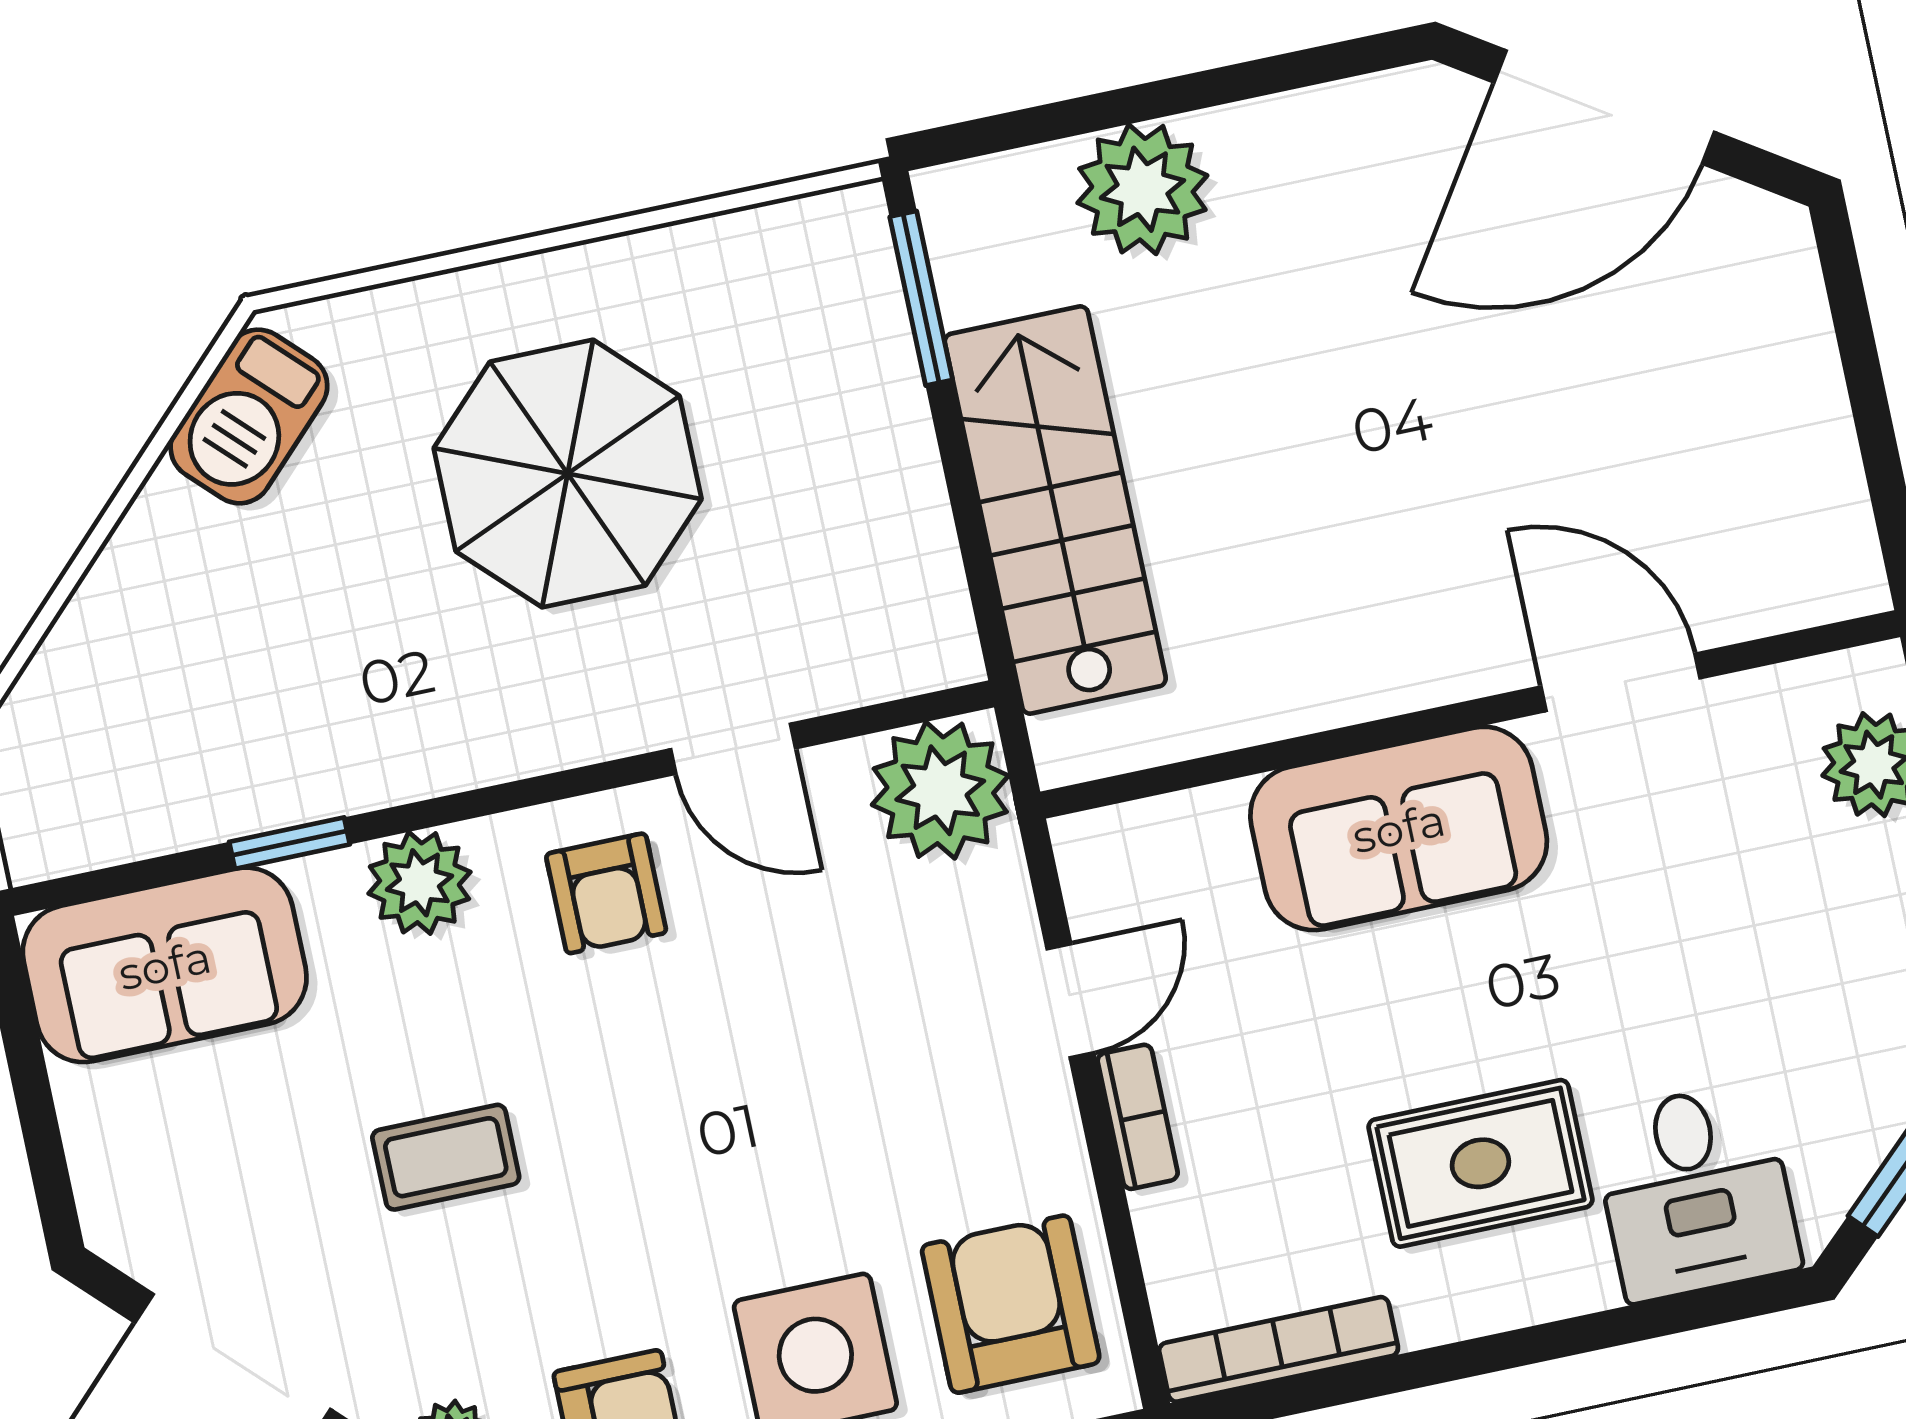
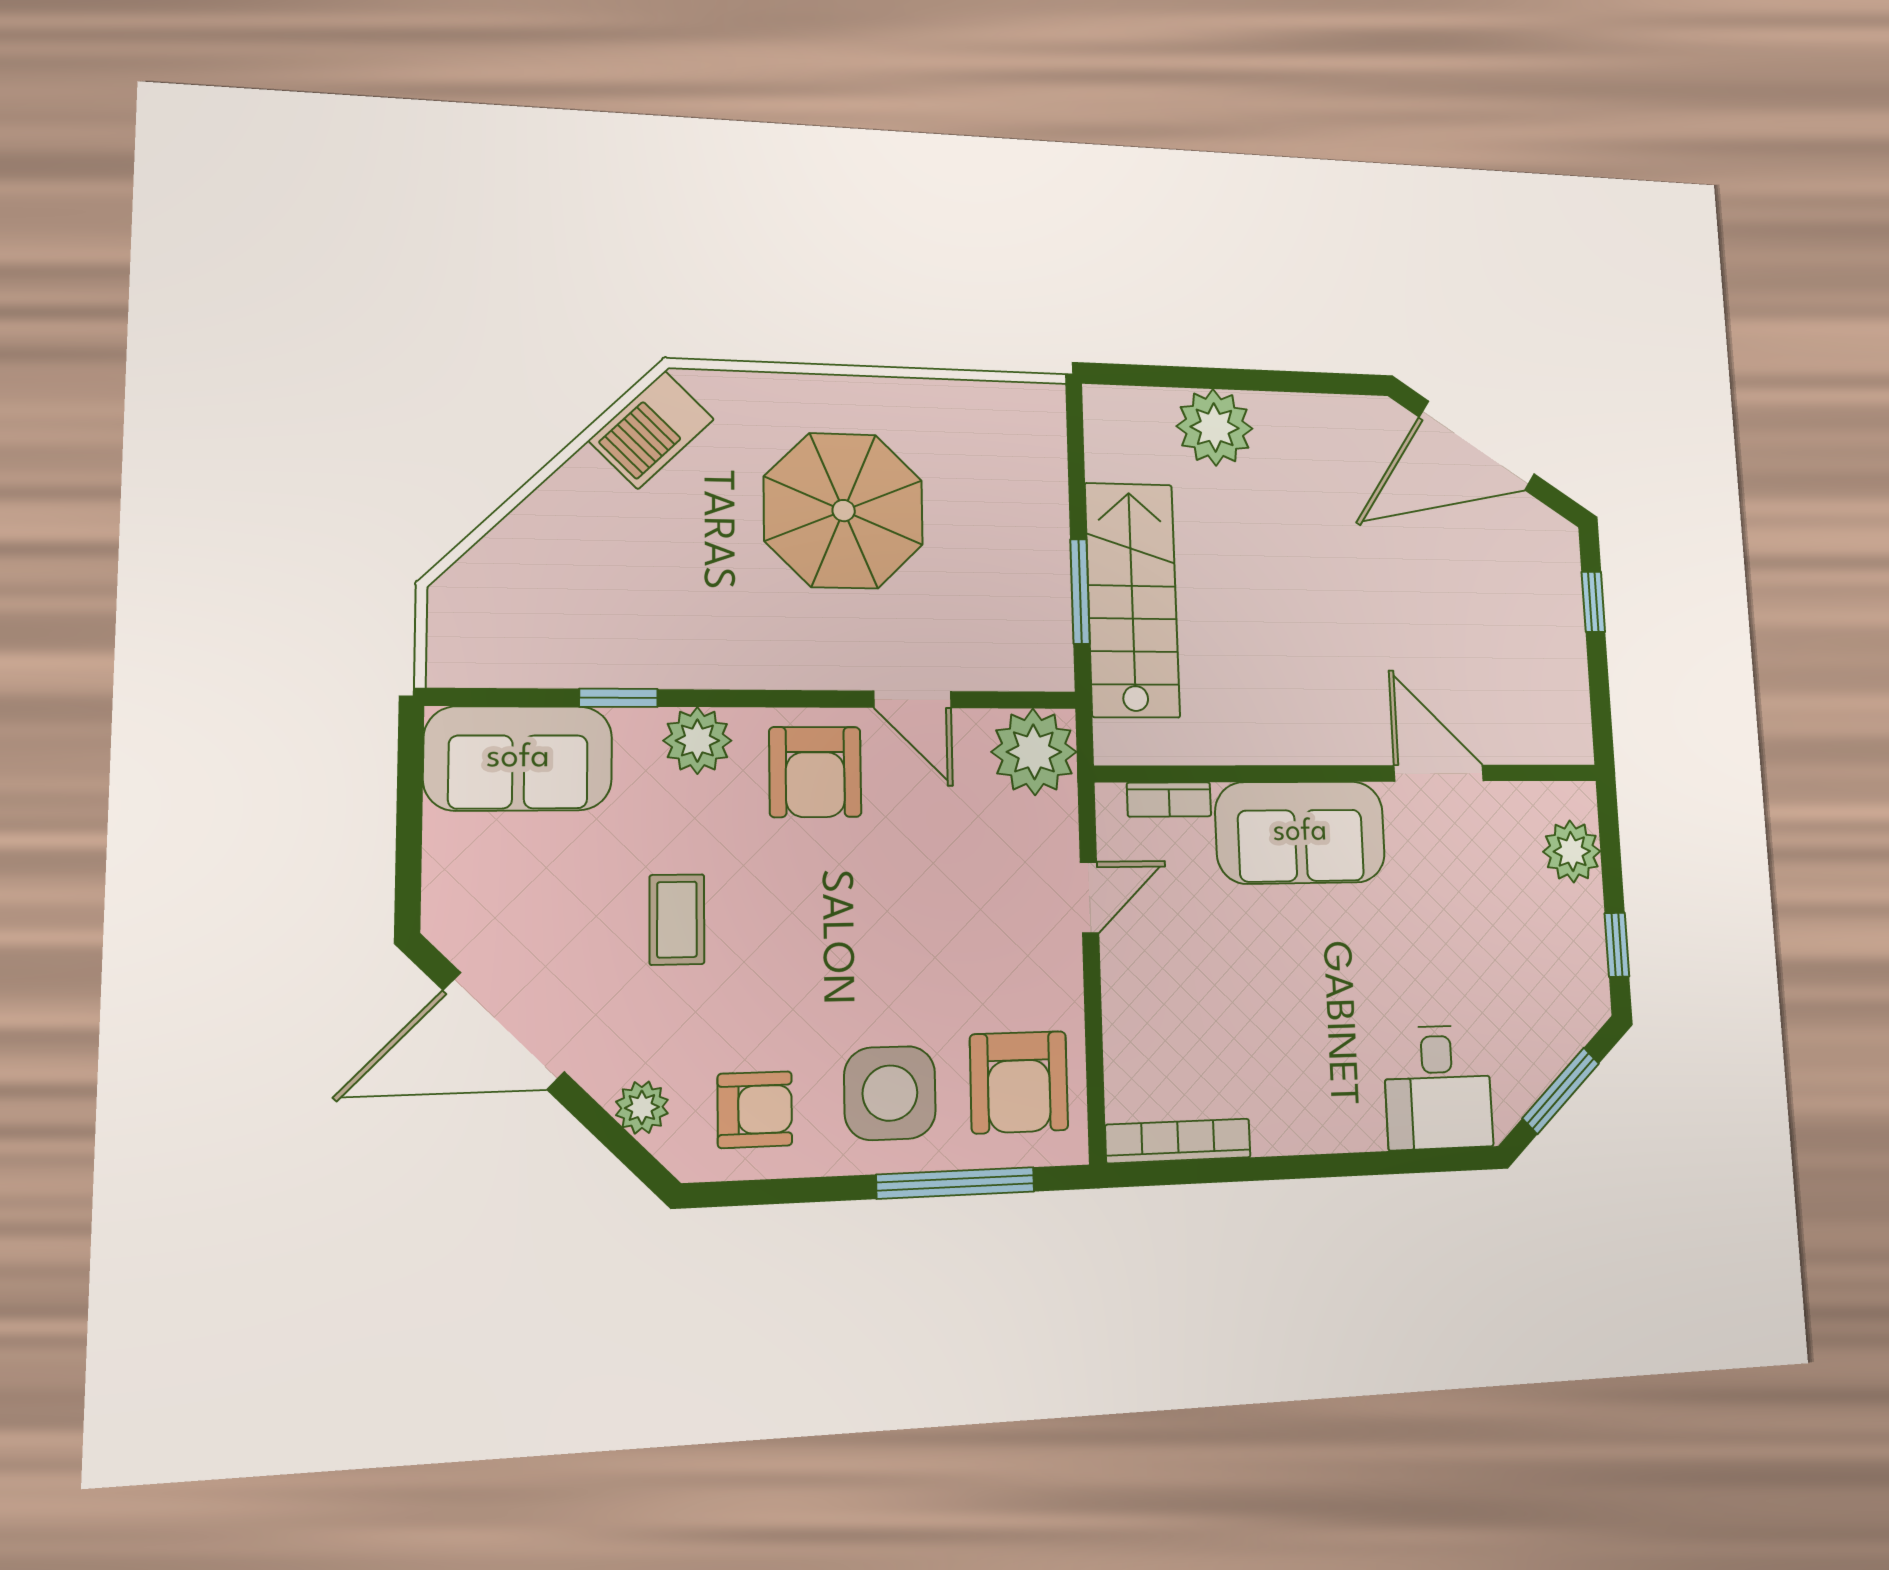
window: (921, 298) -> (1080, 591), moved
window: (1854, 330) -> (1593, 602), added
armchair: (606, 893) -> (815, 772), width x1.38, depth x1.38
bookcase: (1138, 1117) -> (1169, 799), moved, turned 90
coffee table: (446, 1157) -> (677, 920), turned 90
rug: (1480, 1163) -> (1316, 1046), removed
armchair: (1011, 1304) -> (1019, 1082), turned 180

